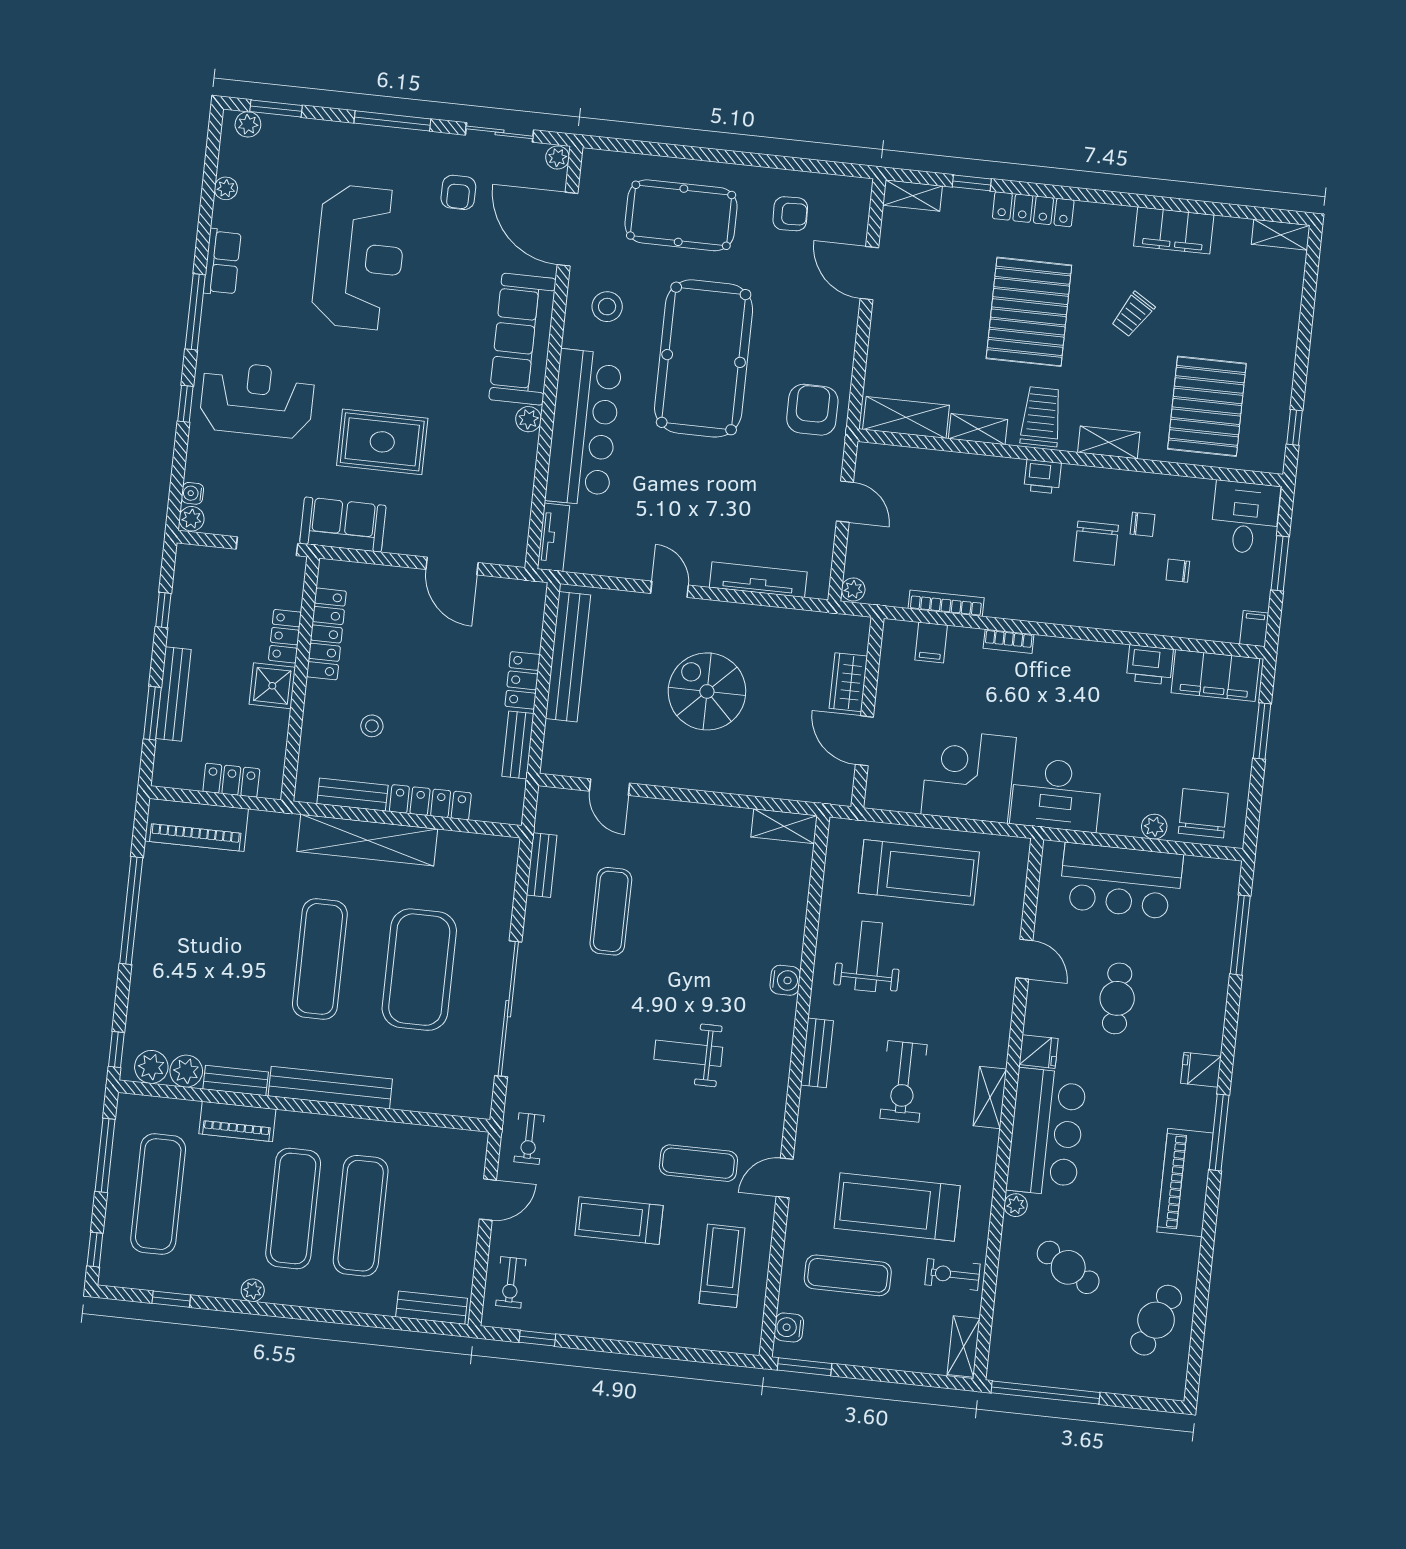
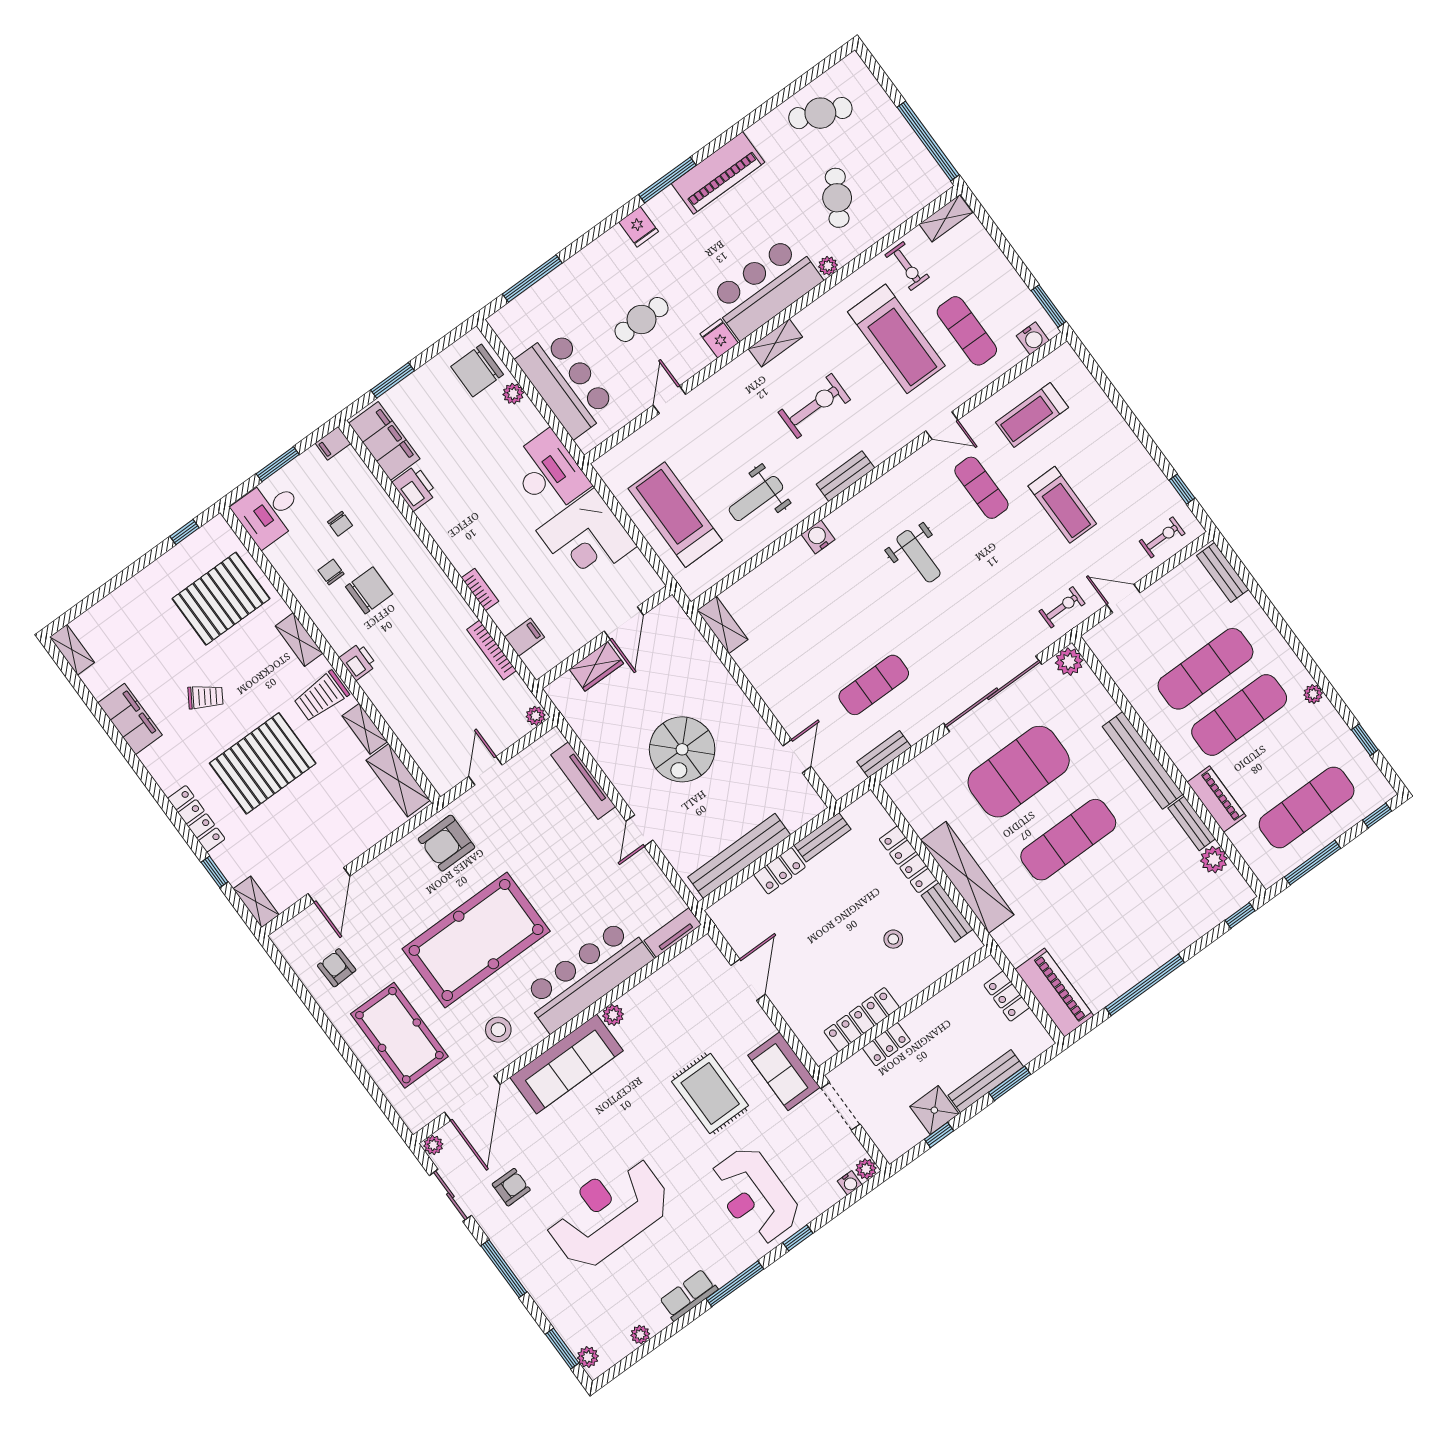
shower: (272, 686) -> (934, 1110), moved
plant: (151, 1067) -> (1069, 662), moved

